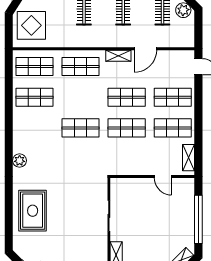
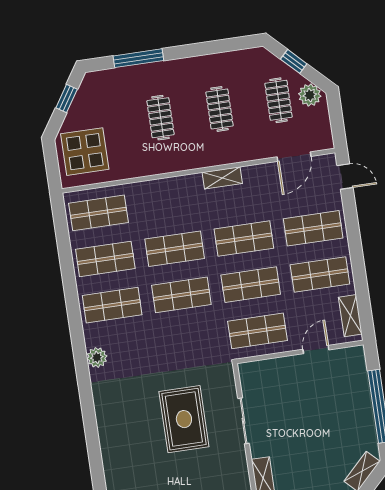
door: (145, 49) -> (294, 157), moved
shop shelf: (81, 67) -> (175, 249), moved
shop shelf: (34, 128) -> (112, 305), added
shop shelf: (127, 159) -> (258, 331), added
door: (163, 176) -> (316, 350), swing flipped
rug: (33, 211) -> (184, 419), moved

